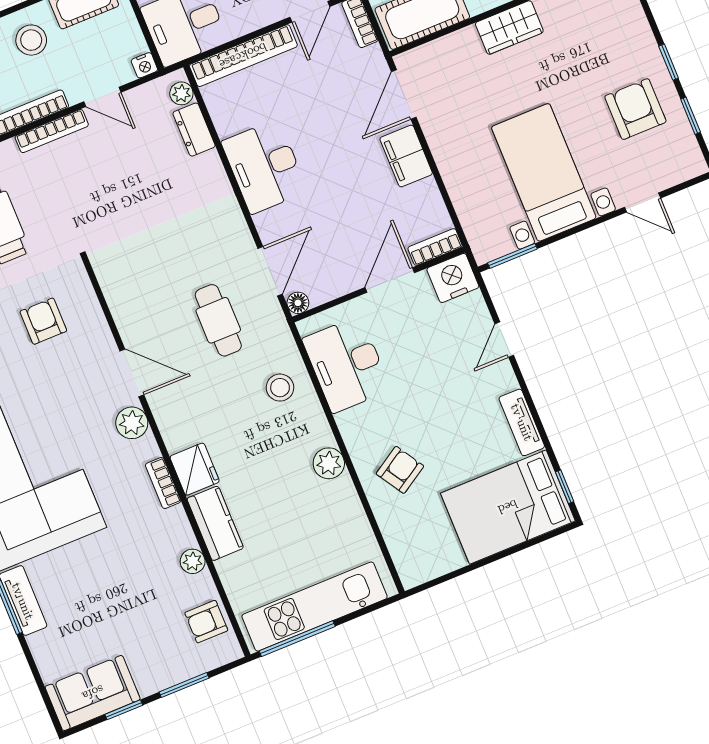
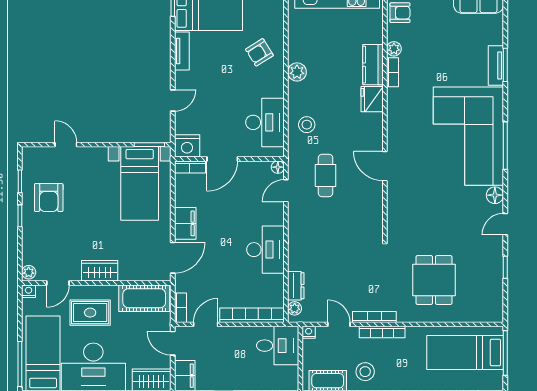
bed with nightstands: (544, 172) -> (140, 183), moved
door: (270, 271) -> (286, 191), width x0.73
armchair: (43, 321) -> (422, 214), removed
plant: (132, 423) -> (396, 139), removed
bookcase: (163, 483) -> (392, 72), moved

